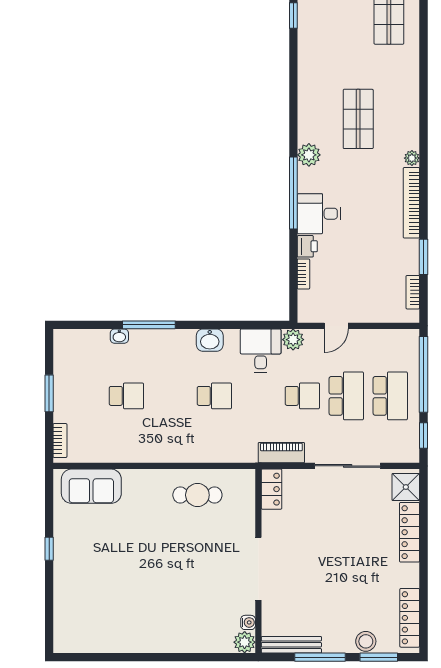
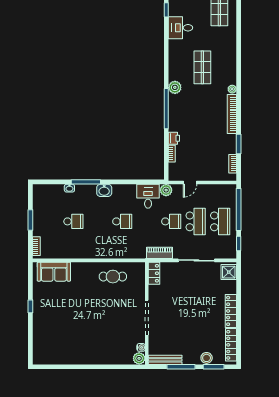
desk: (319, 214) -> (181, 28), moved
washbasin: (210, 340) -> (104, 190), moved
locker: (410, 532) -> (231, 311), moved

